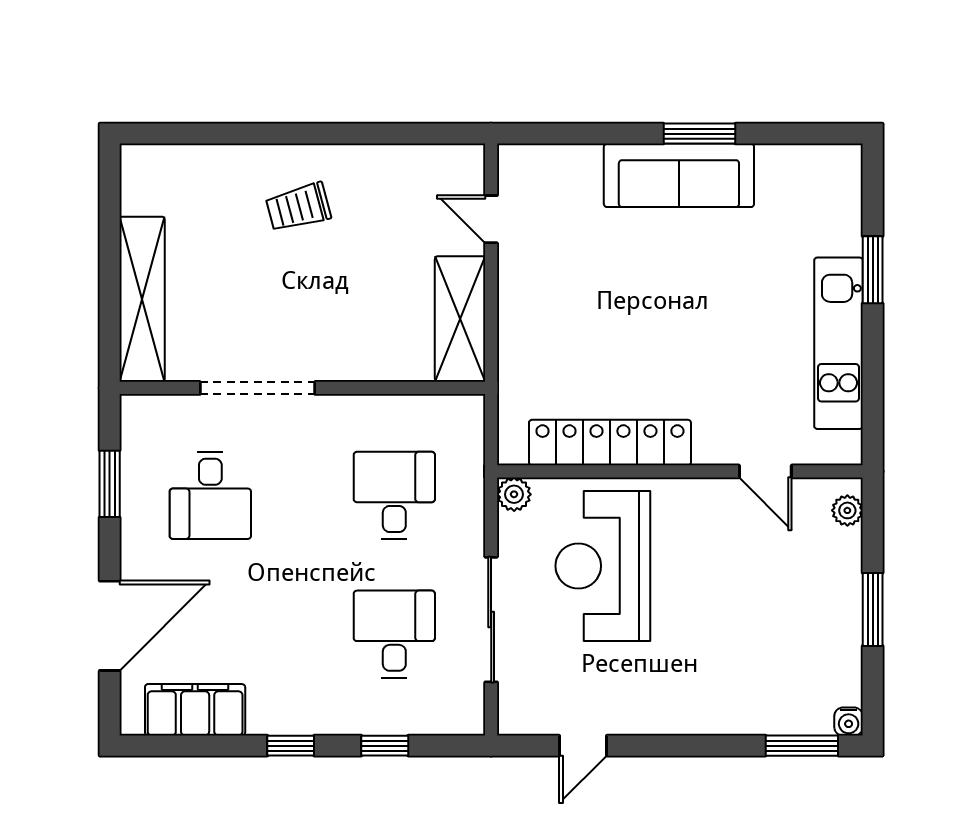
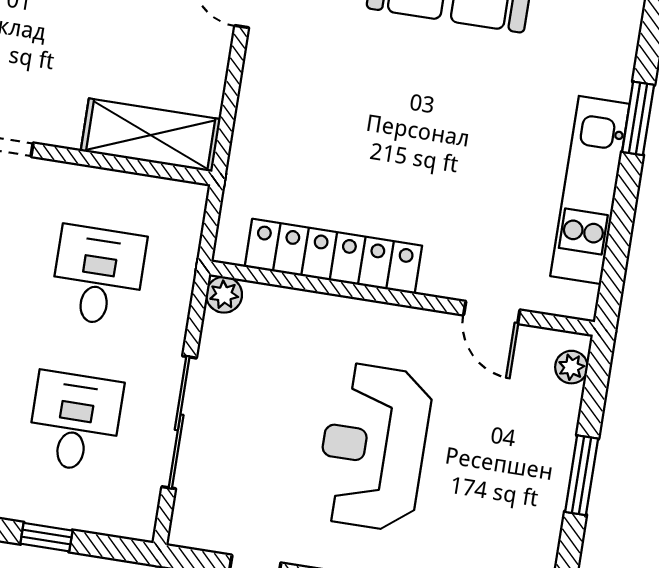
shelving: (460, 319) -> (151, 135), moved, turned 90
reception desk: (603, 566) -> (373, 447), moved

